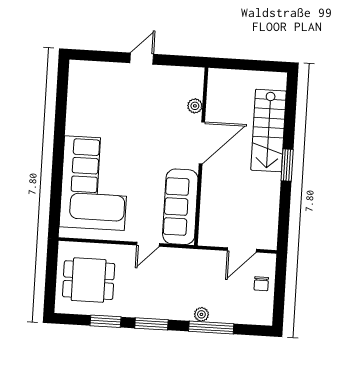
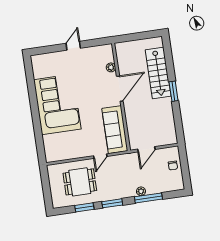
corner sofa: (94, 183) -> (57, 104), moved
door: (242, 250) -> (146, 149), moved
dining table: (89, 280) -> (80, 182), moved

